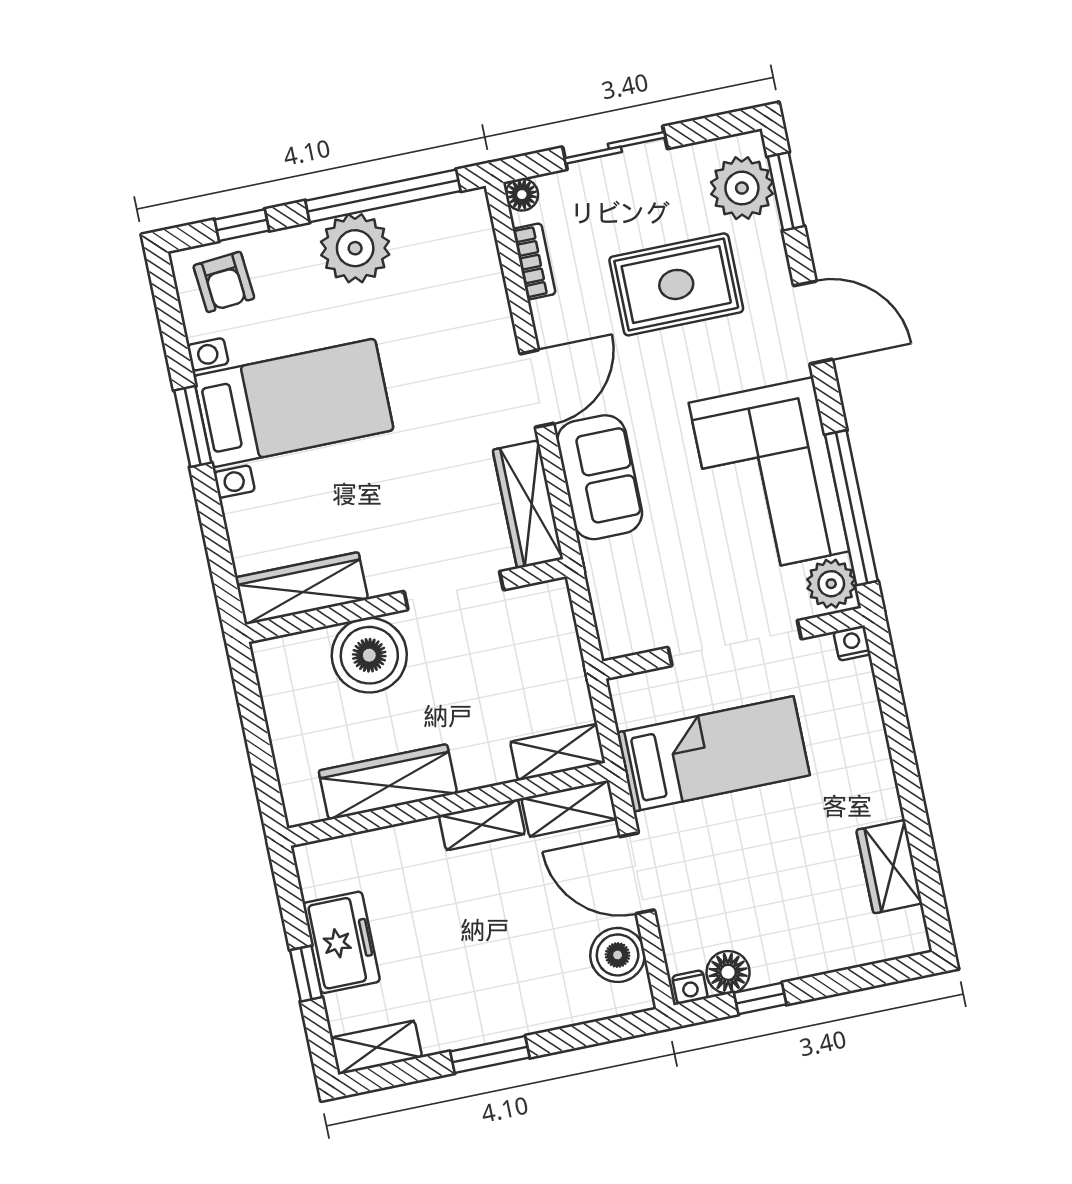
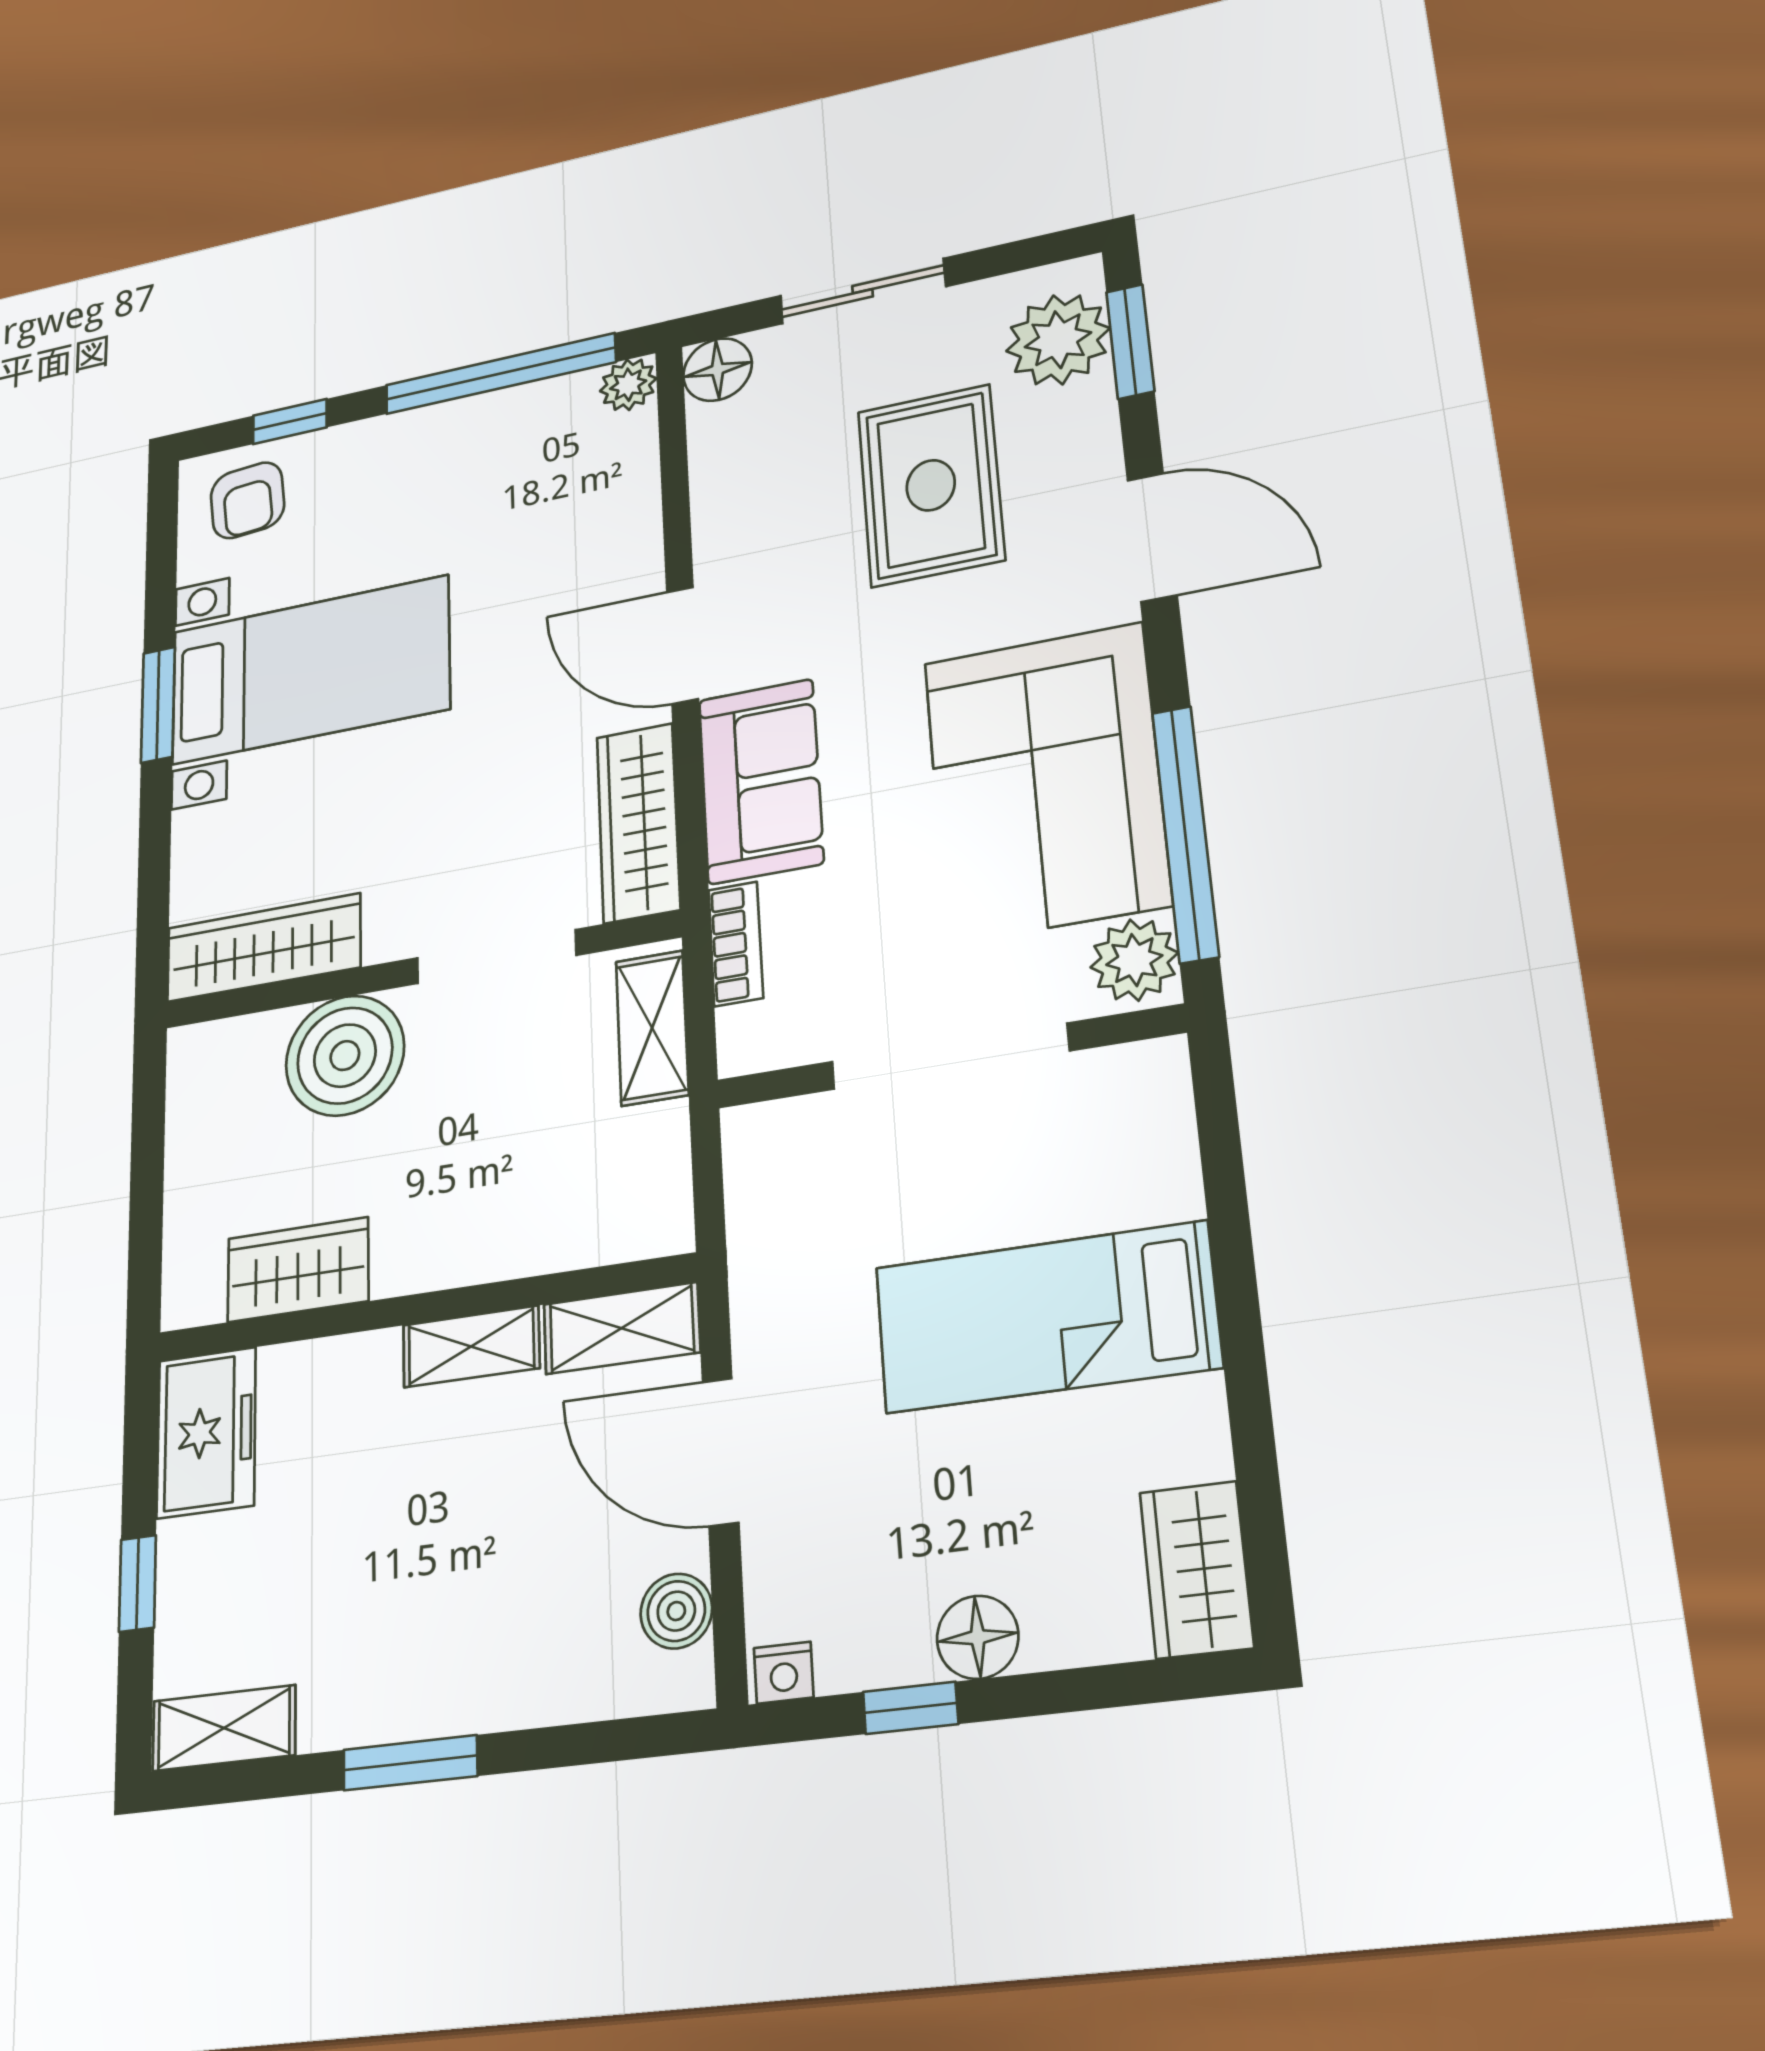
floor lamp: (522, 195) -> (717, 370), width x1.37, depth x1.37
plant: (355, 248) -> (628, 385), moved, width x0.53, depth x0.53
bookcase: (534, 261) -> (736, 944), moved
rug: (676, 284) -> (931, 485), turned 90
door: (537, 389) -> (683, 645), swing flipped
nightstand: (852, 643) -> (1161, 1063), removed
shelving: (558, 752) -> (652, 1028), moved, turned 90
bed: (713, 754) -> (1046, 1317), moved, turned 180
wardrobe: (388, 782) -> (298, 1270), width x0.67
wardrobe: (889, 867) -> (1196, 1570), moved
freezer: (341, 942) -> (206, 1432), moved
boiler: (618, 955) -> (676, 1611), width x0.73, depth x0.73
floor lamp: (728, 972) -> (978, 1637), moved

